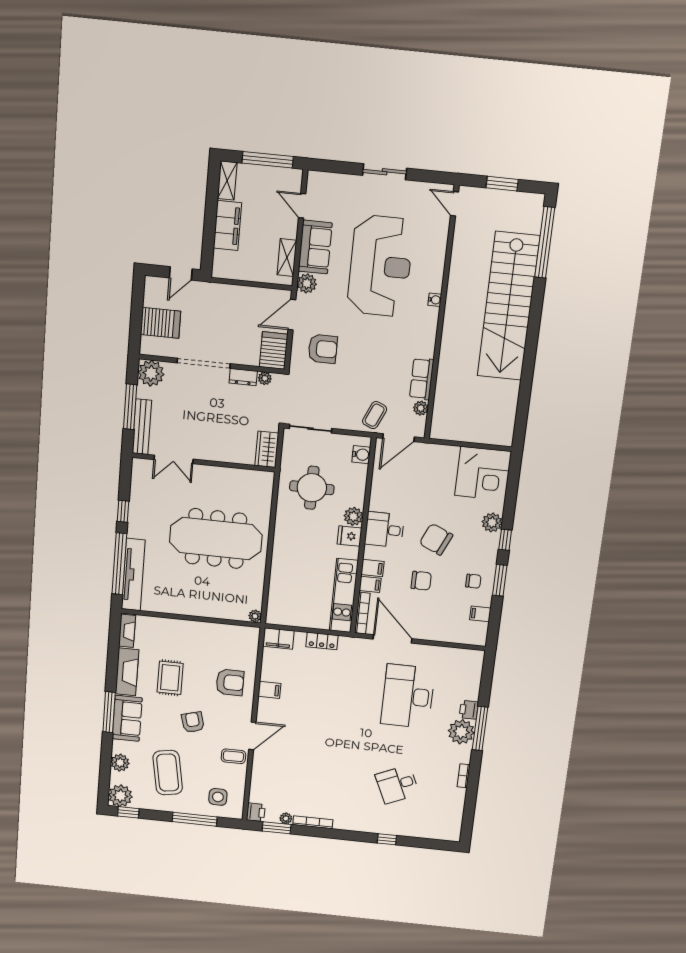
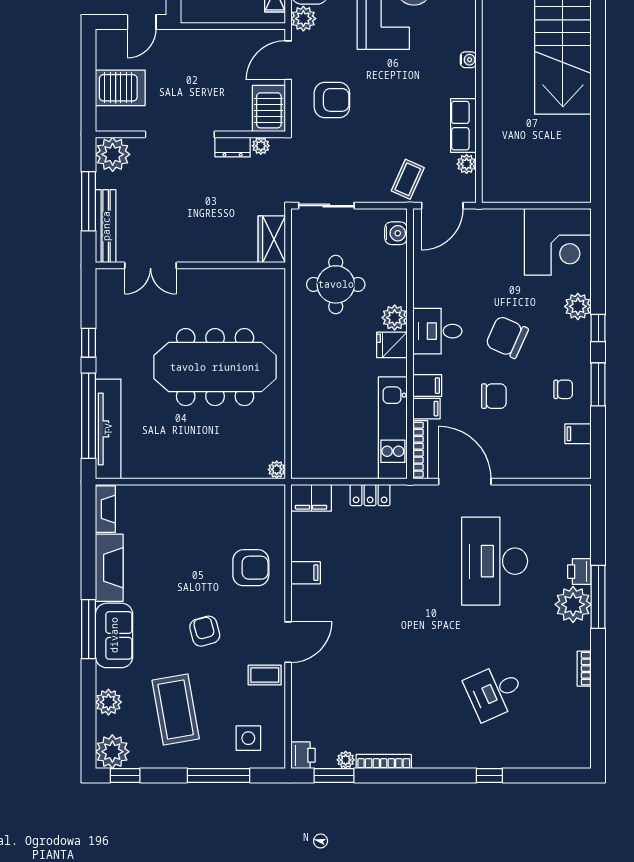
water cooler: (435, 300) -> (468, 60), moved
rug: (170, 678) -> (169, 570), removed

